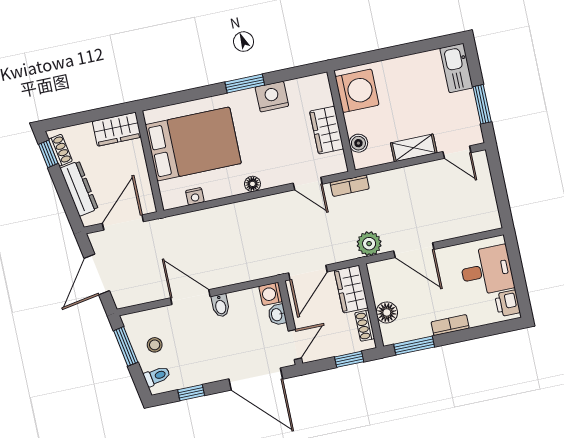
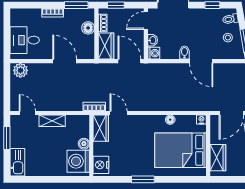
nightstand: (272, 97) -> (101, 165), moved, turned 90
wardrobe: (117, 129) -> (218, 158), moved, turned 90
wardrobe: (327, 130) -> (101, 128), moved
boiler: (358, 143) -> (84, 144), moved
floor lamp: (252, 184) -> (170, 120), moved
nightstand: (195, 196) -> (201, 120), moved
plant: (369, 244) -> (20, 70), moved
door: (308, 272) -> (129, 61), hinge flipped
printer: (507, 303) -> (17, 18), removed

